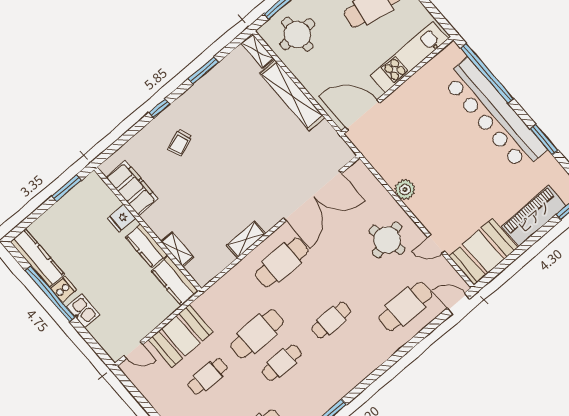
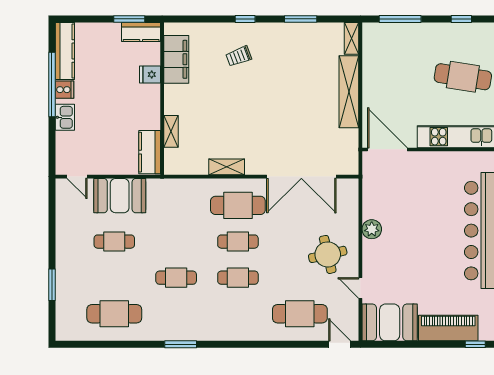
round table: (297, 34) -> (390, 51), removed
kitchen counter: (146, 246) -> (141, 32), moved, turned -90
cafe table: (257, 334) -> (238, 242), moved, width x0.73, depth x0.74

